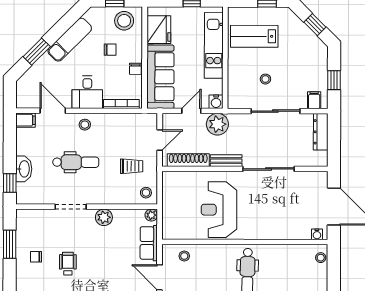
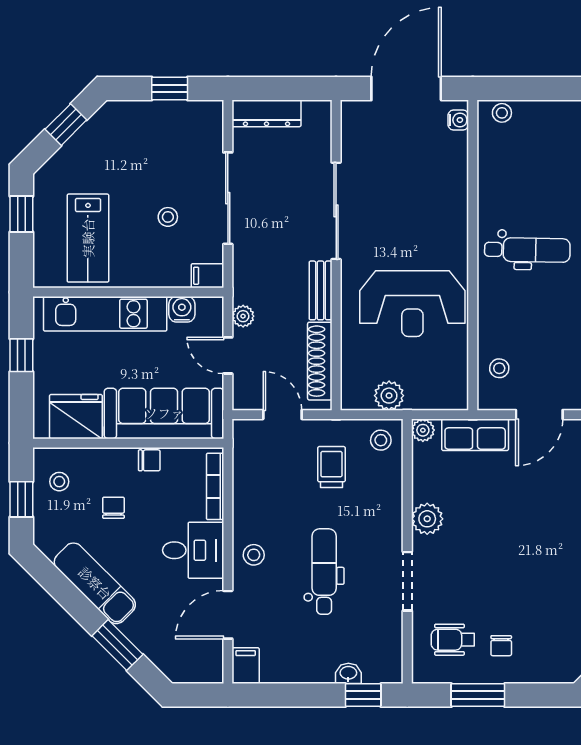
stool: (124, 21) -> (59, 482), width x0.53, depth x0.53
filing cabinet: (314, 100) -> (207, 276), moved
water cooler: (216, 102) -> (182, 309), moved, turned -90
plant: (217, 124) -> (243, 316), width x0.53, depth x0.53
washbasin: (24, 169) -> (348, 673), width x0.52, depth x0.69
plant: (170, 197) -> (389, 396), added
wheelchair: (68, 264) -> (453, 640), moved

